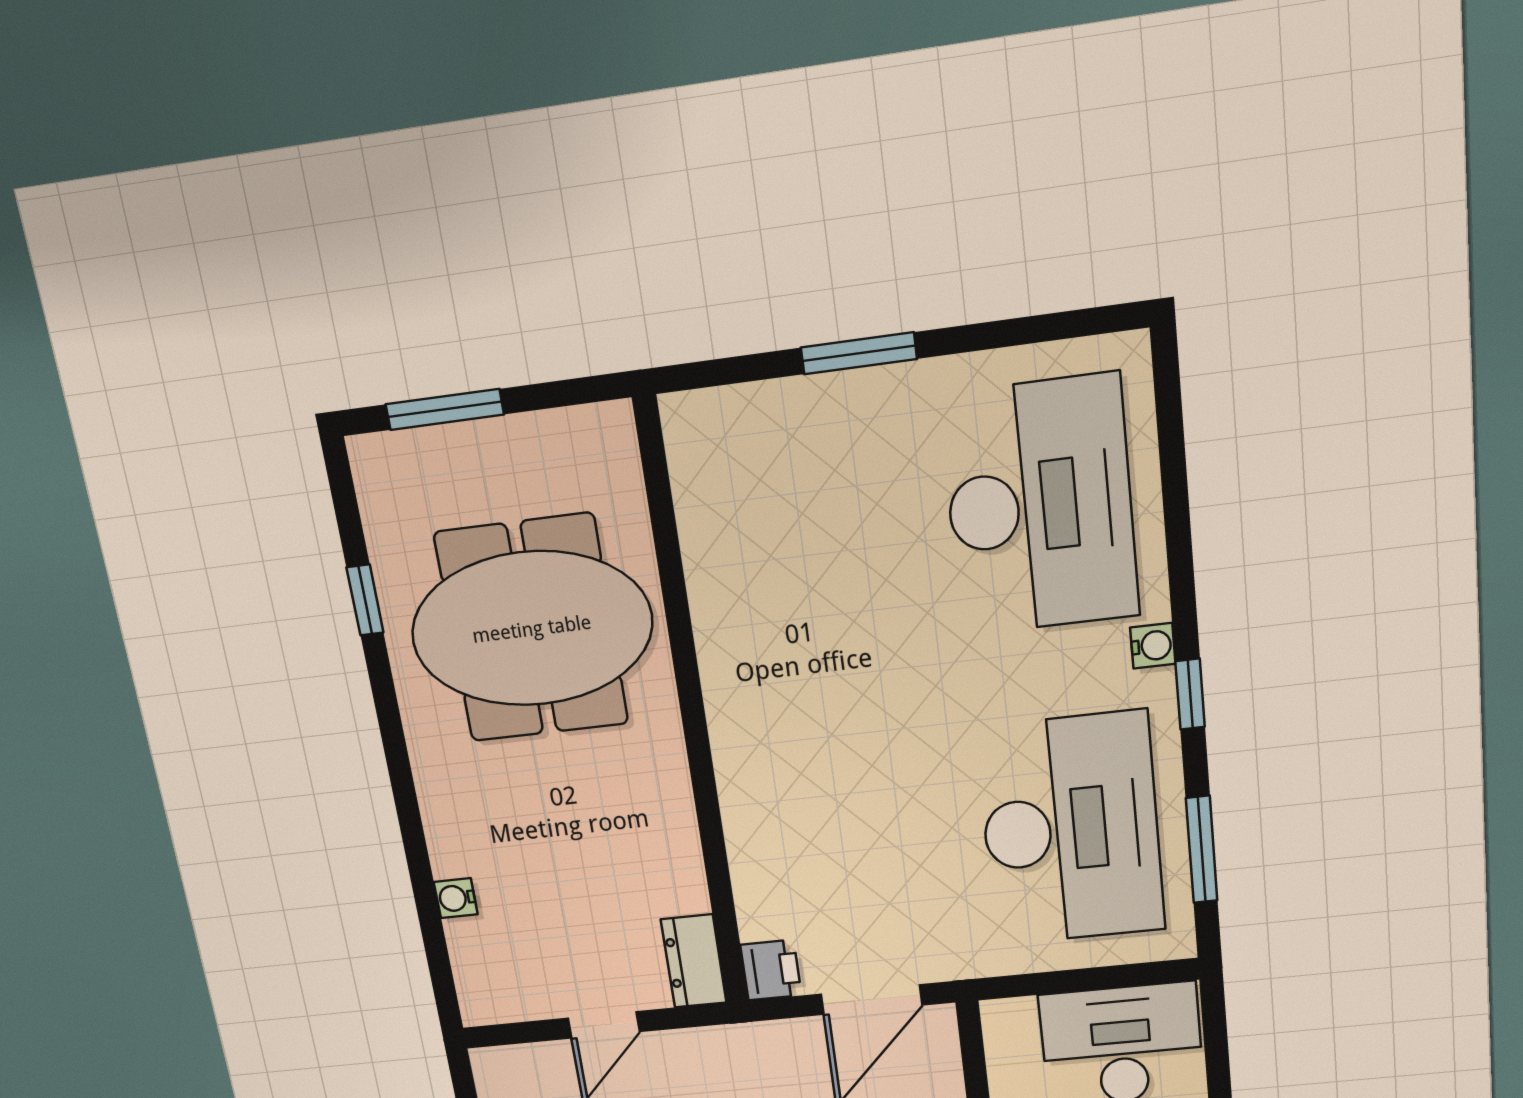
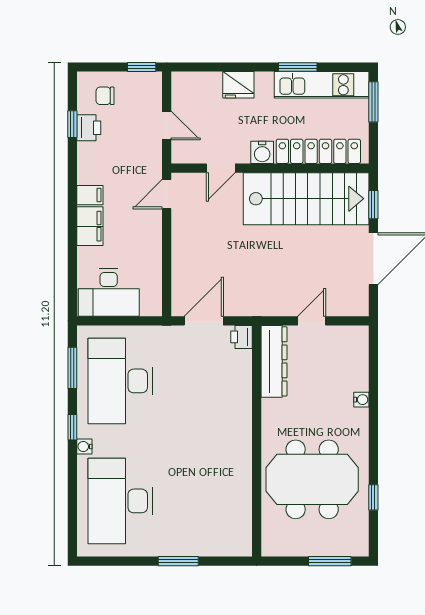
water cooler: (456, 898) -> (361, 400), moved
dresser: (694, 961) -> (274, 361), width x1.96, depth x1.24

